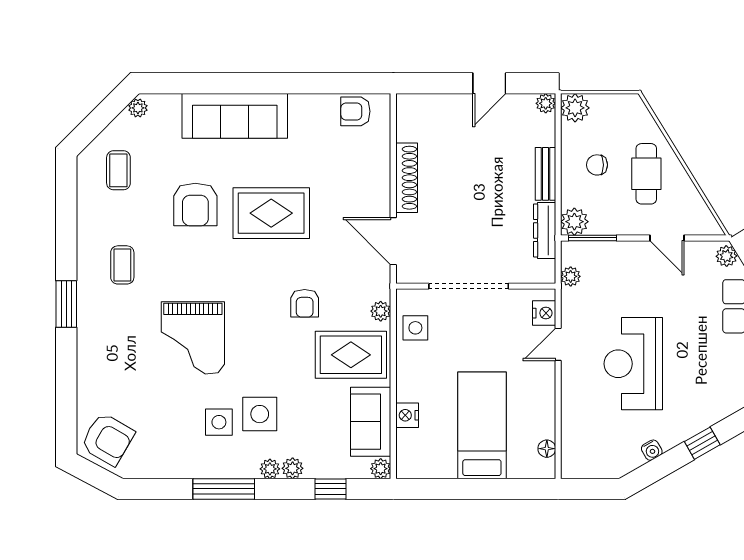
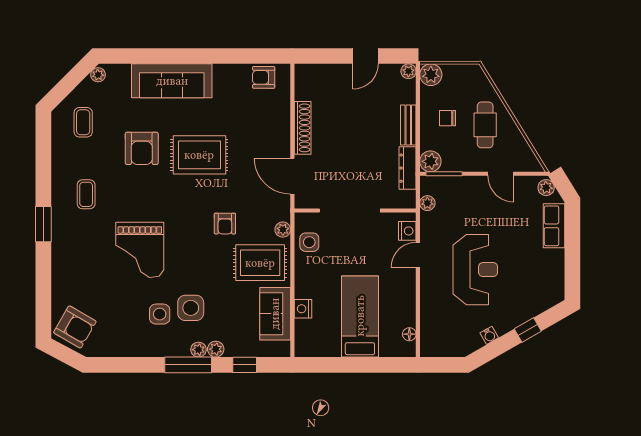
reception desk: (633, 364) -> (475, 270), turned 180
plant: (381, 469) -> (283, 349), removed
window: (224, 489) -> (188, 365), moved

